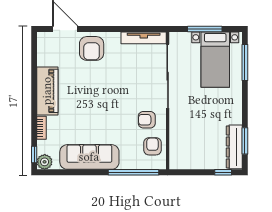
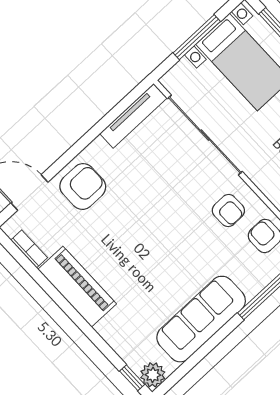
armchair: (92, 48) -> (83, 187), turned -90
armchair: (147, 120) -> (228, 211), turned -91
bookcase: (42, 128) -> (29, 249), moved

